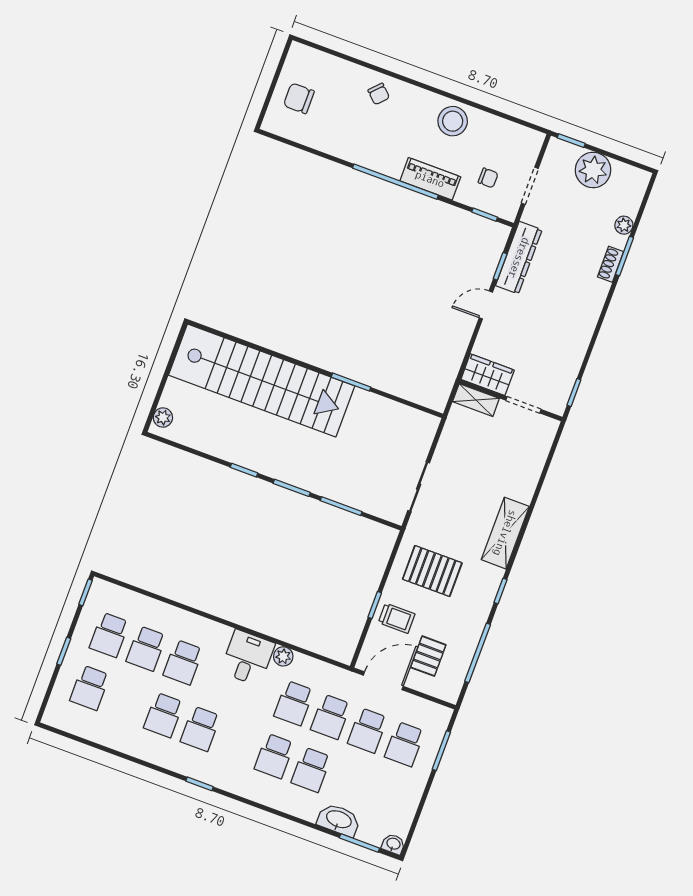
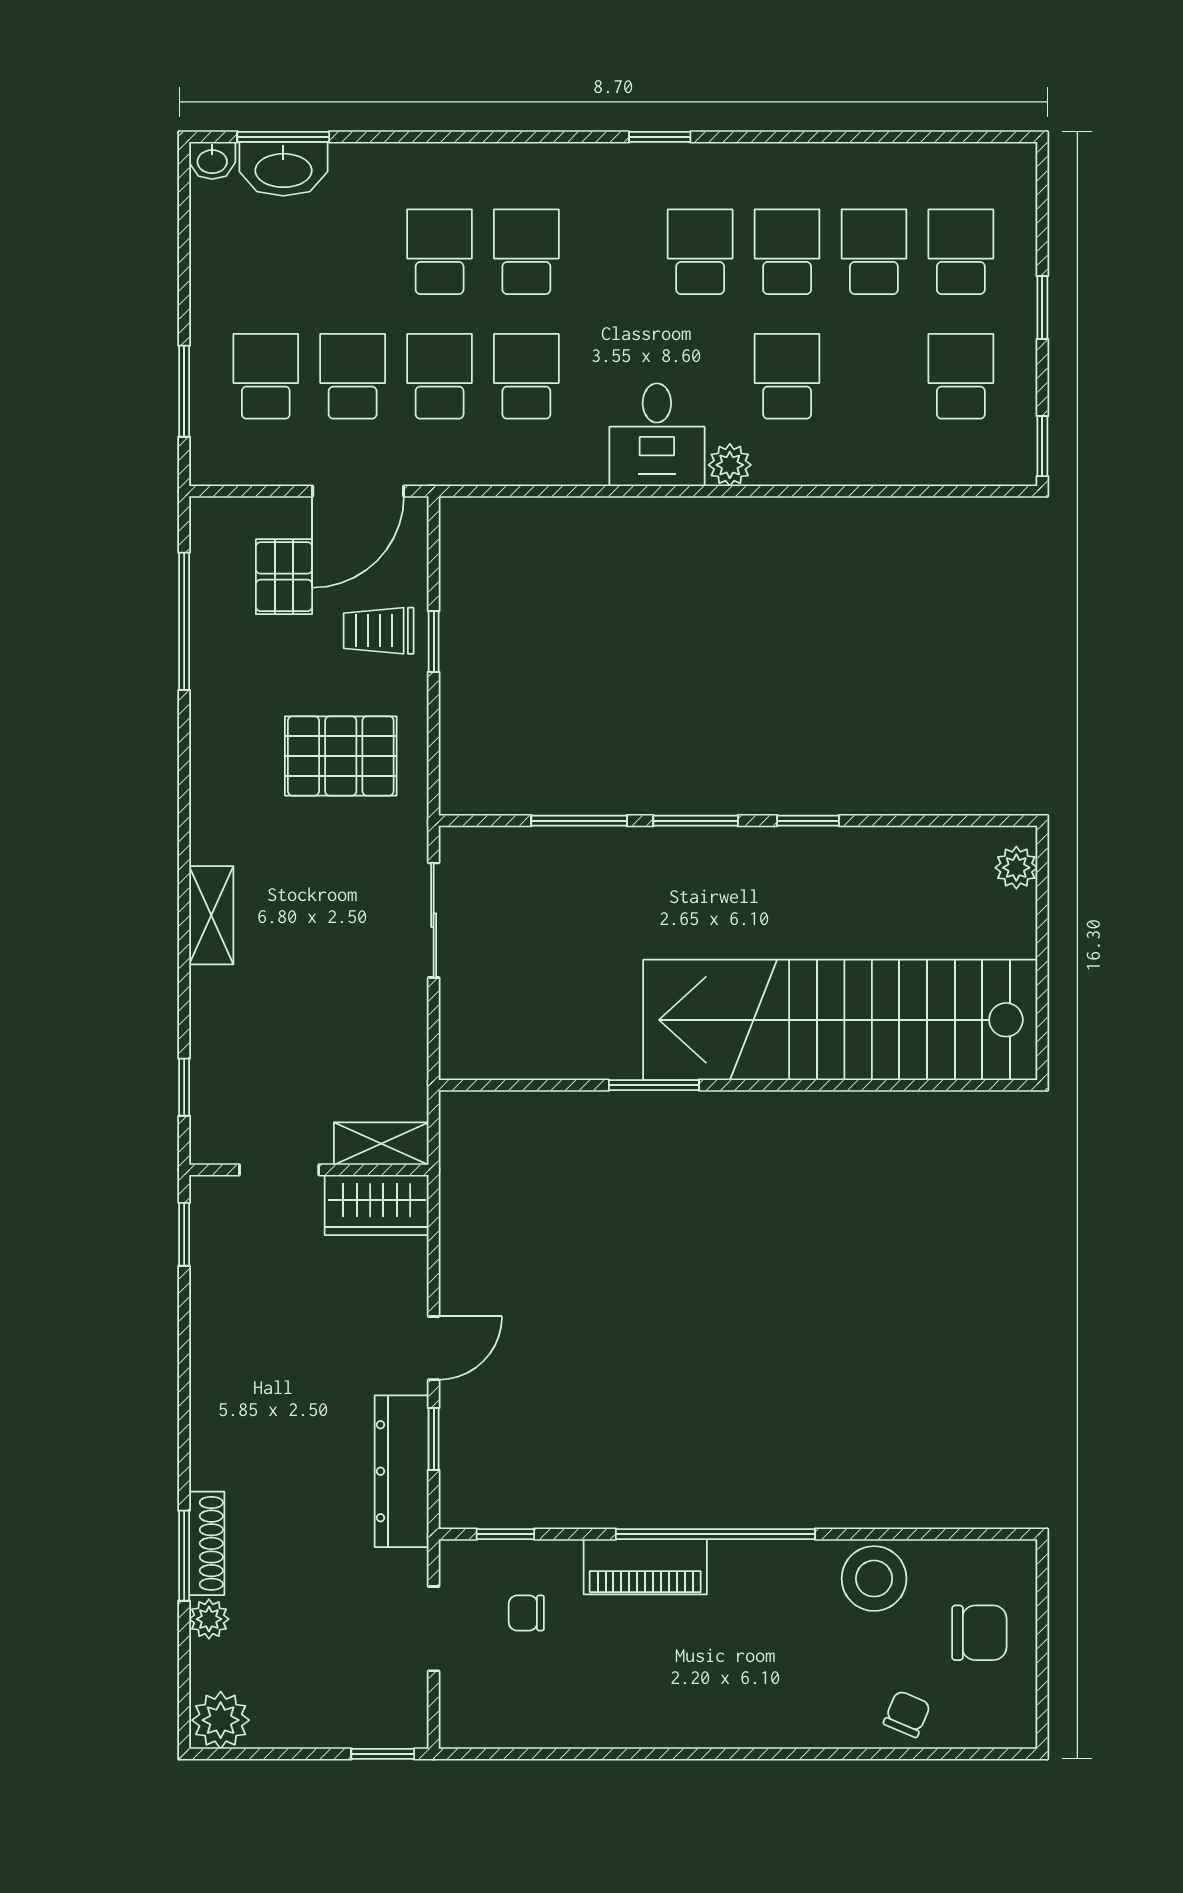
chair: (379, 94) -> (907, 1714), moved, turned 69
stool: (453, 121) -> (874, 1579), moved
plant: (593, 170) -> (221, 1720), moved, width x0.73, depth x0.73
shoe rack: (610, 264) -> (207, 1543), width x1.43
shelving: (505, 533) -> (211, 915), width x0.67, depth x0.75
window: (500, 591) -> (184, 1087), moved
school desk: (146, 648) -> (874, 252), moved
plant: (283, 656) -> (730, 465), moved
washbasin: (339, 820) -> (283, 169), moved

